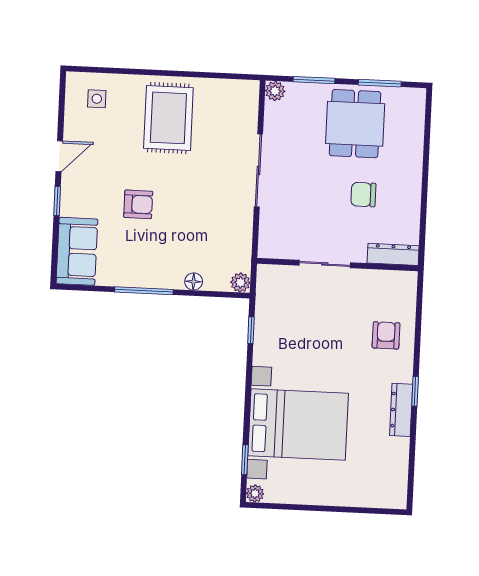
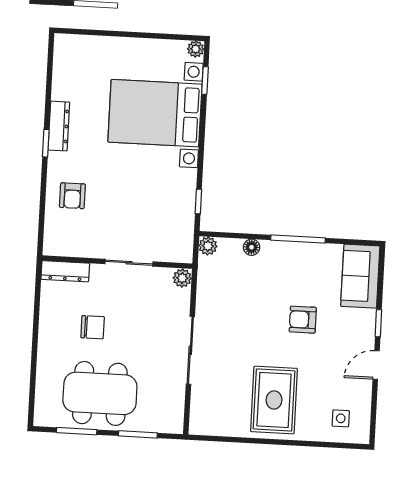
plant: (275, 91) -> (182, 278), moved
dining table: (355, 124) -> (100, 393), width x1.38

